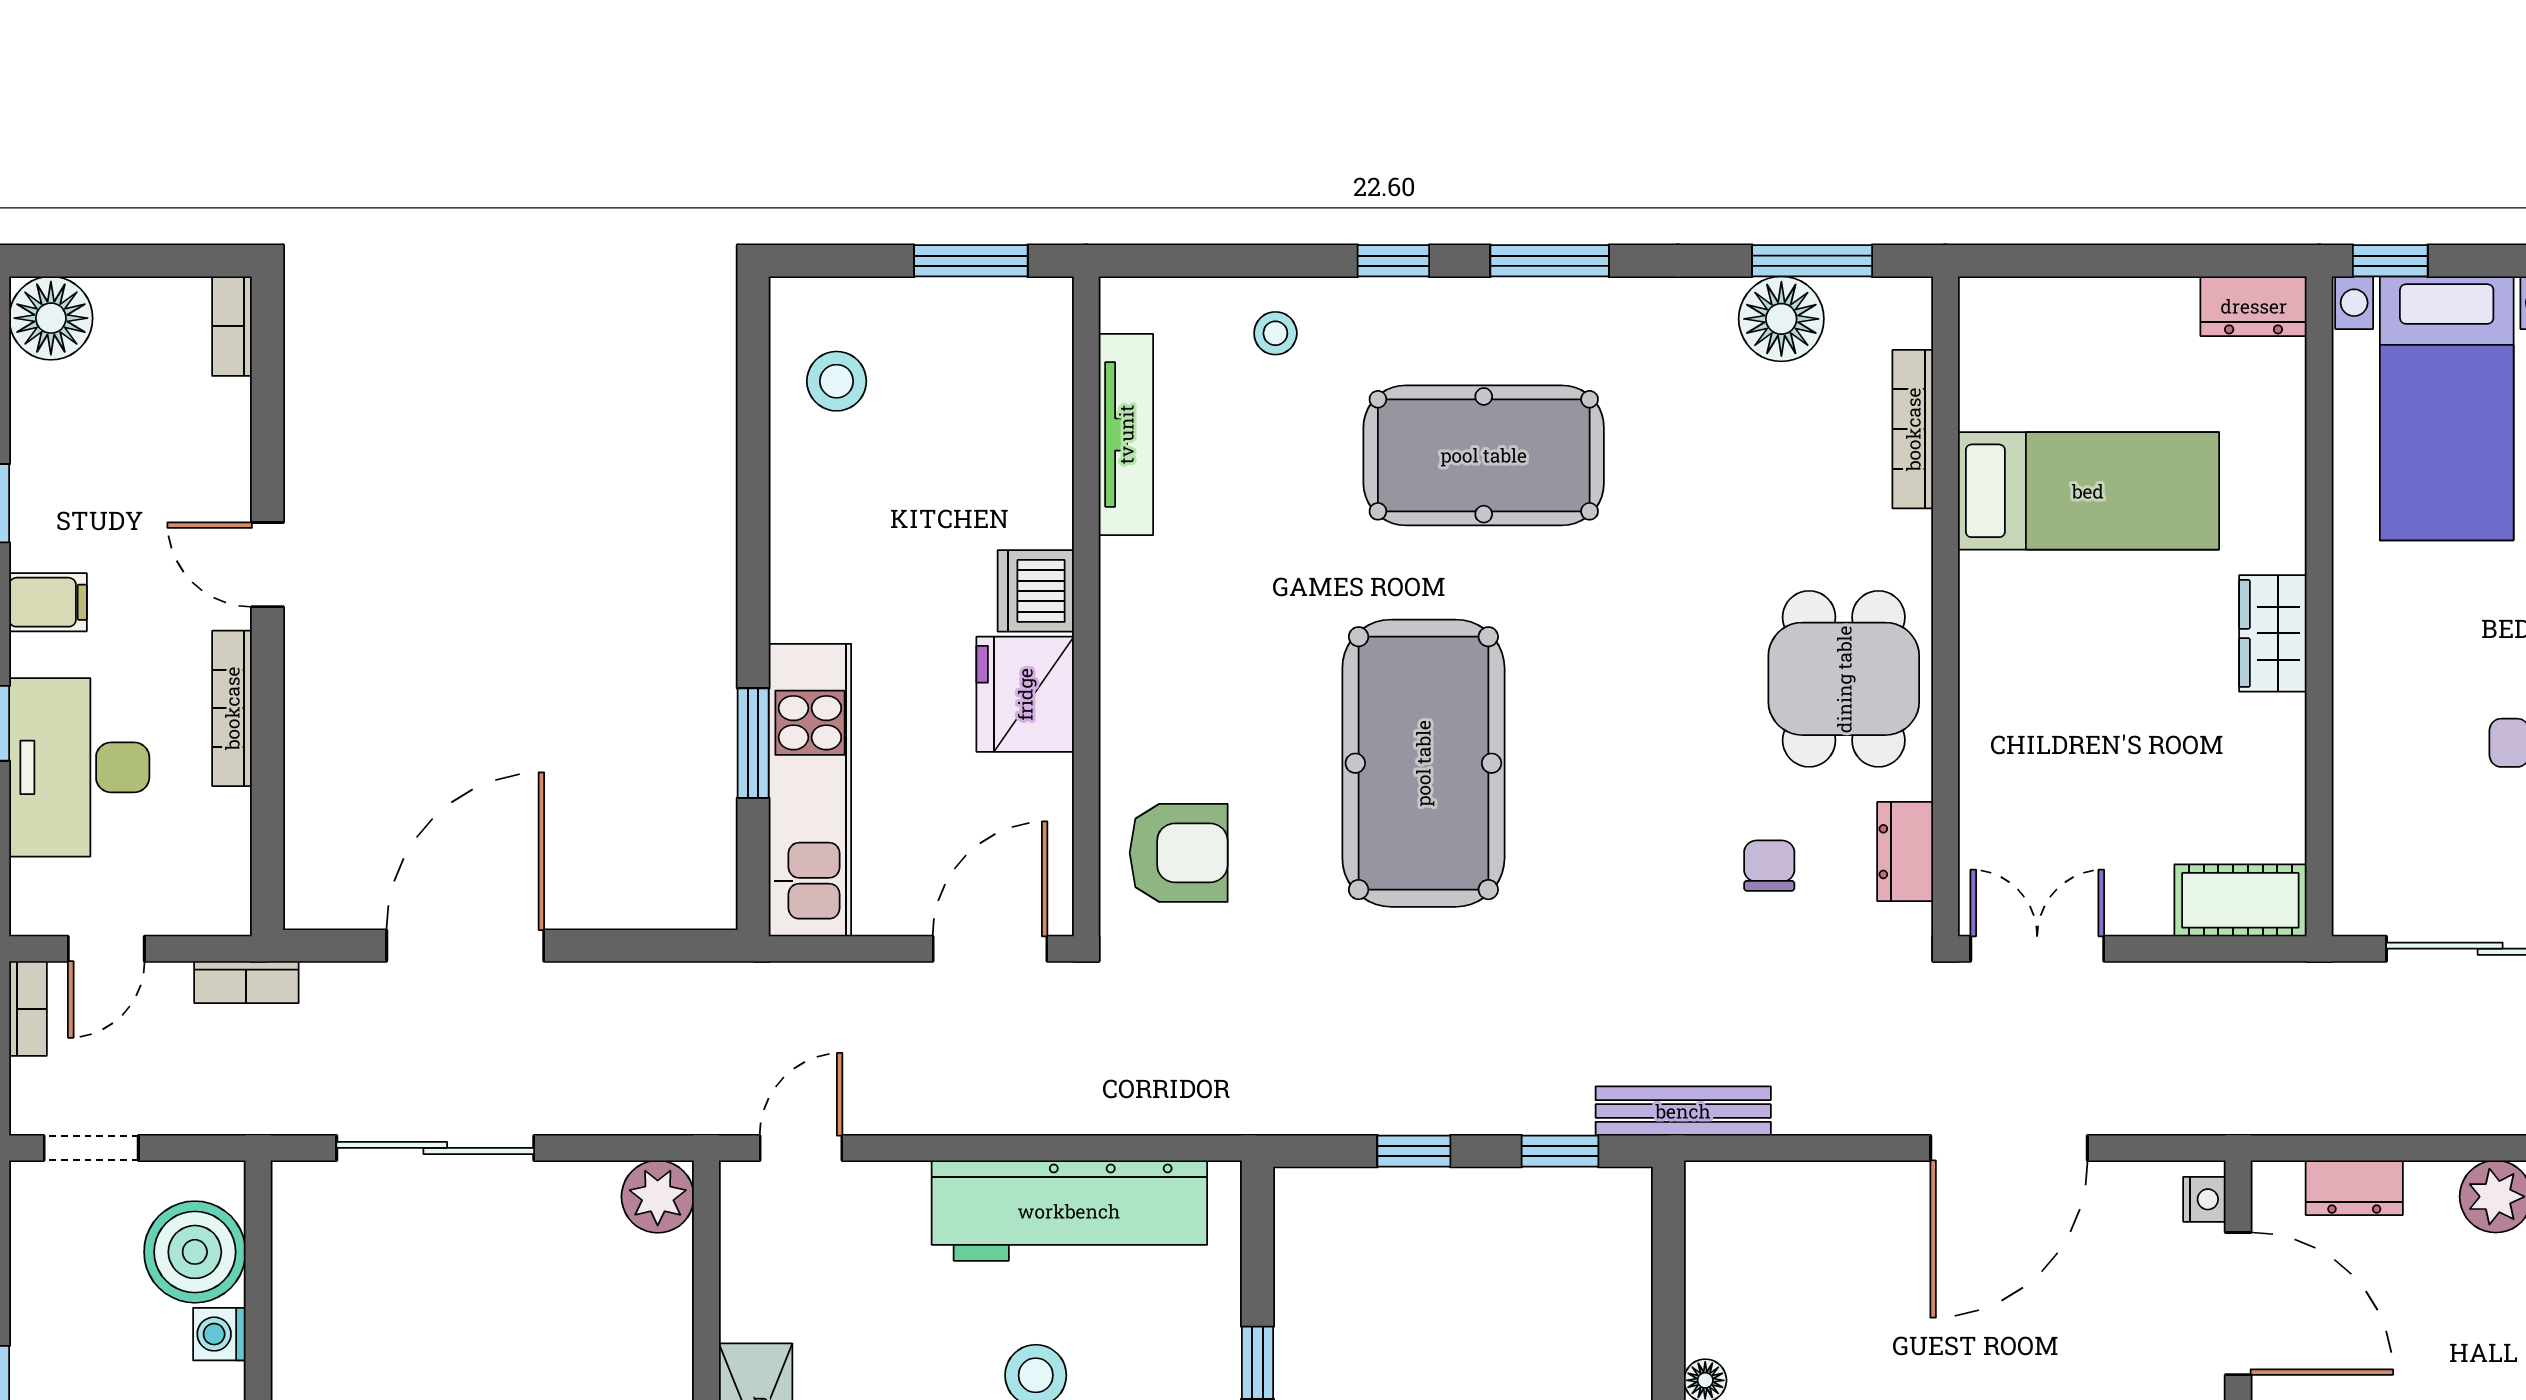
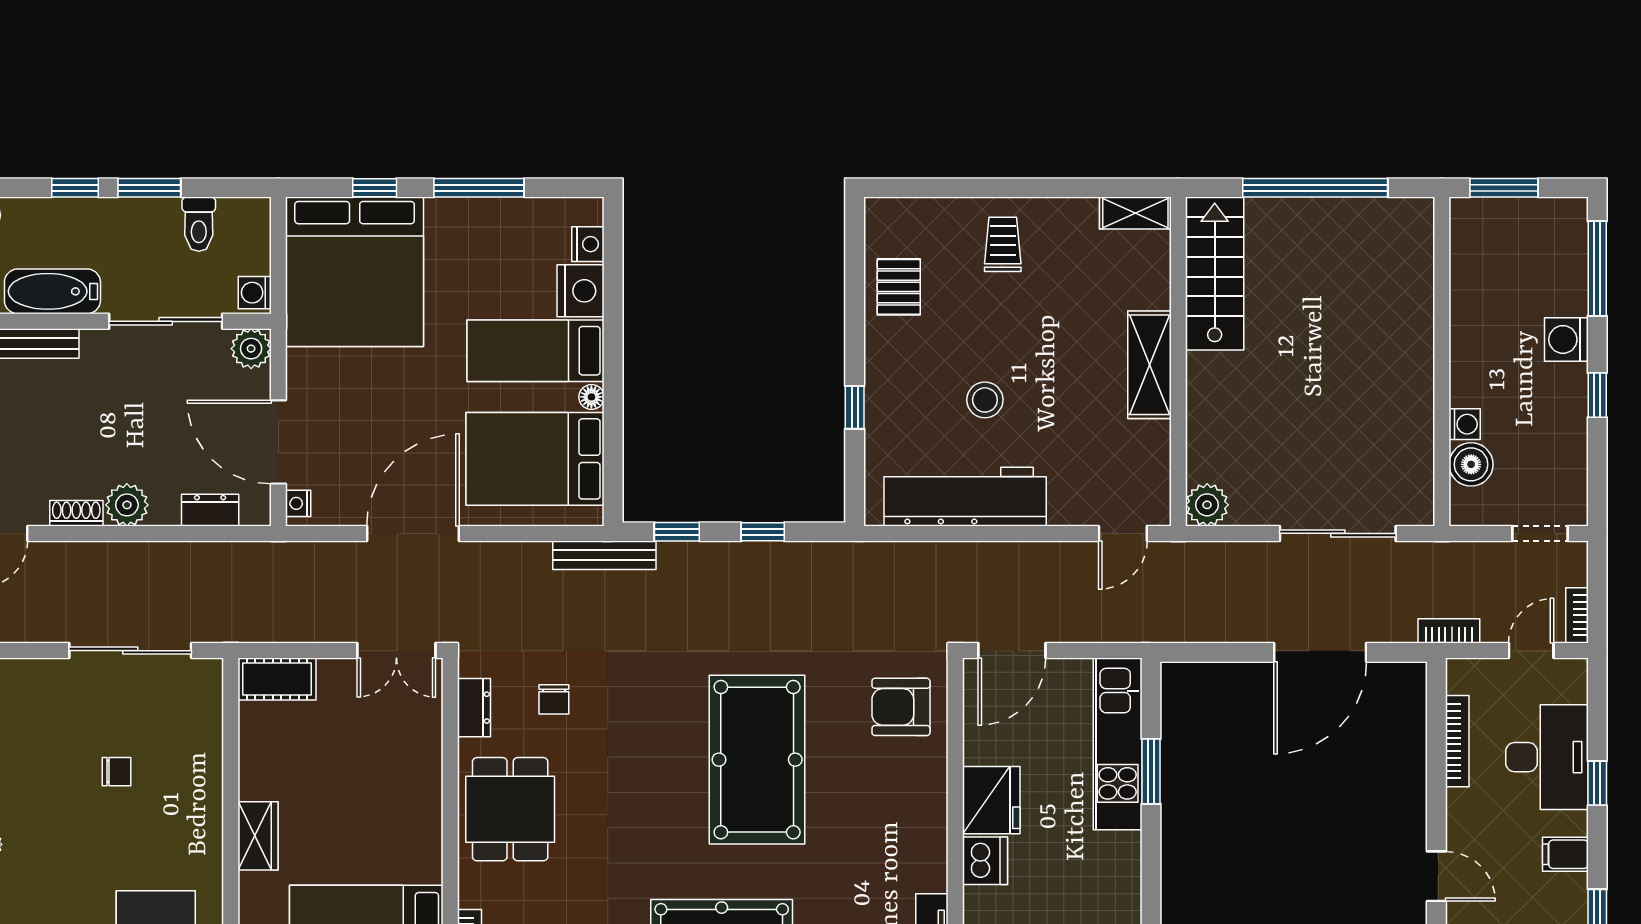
bookcase: (232, 708) -> (1457, 741), moved
boiler: (195, 1252) -> (1471, 464), width x0.73, depth x0.73
bed: (1801, 1275) -> (535, 459), added

